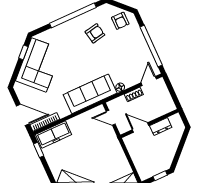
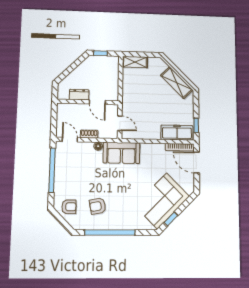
armchair: (120, 21) -> (69, 207), turned 90
door: (149, 81) -> (70, 140), swing flipped
sofa: (90, 94) -> (121, 153), width x0.73

